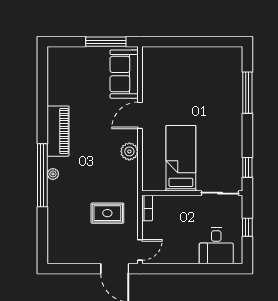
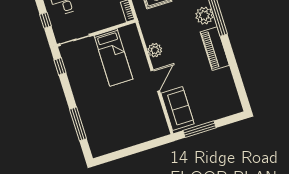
plant: (53, 174) -> (204, 16), width x1.87, depth x1.87

